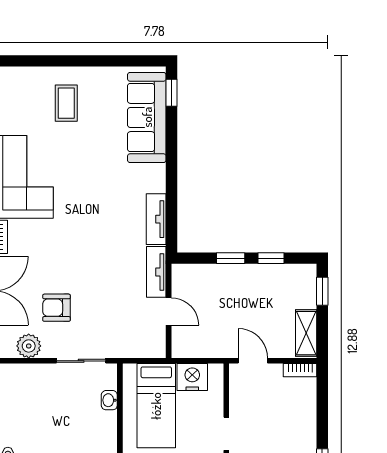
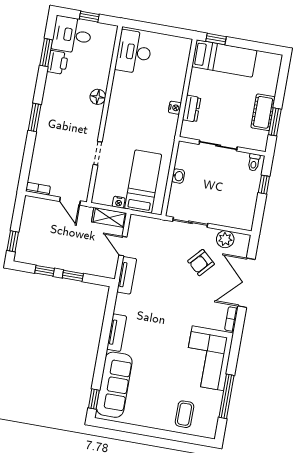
coffee table: (66, 103) -> (184, 414), moved
tv unit: (156, 219) -> (117, 333), moved
armchair: (56, 308) -> (201, 263), turned 132
shelving: (306, 333) -> (109, 217), moved, turned 90
nightstand: (192, 377) -> (119, 202), width x0.53, depth x0.56
washbasin: (109, 400) -> (178, 176), moved

